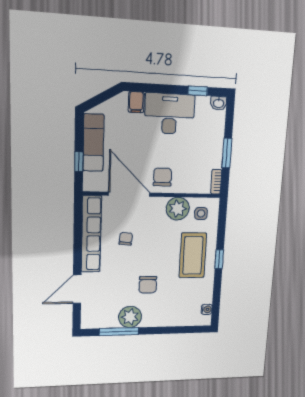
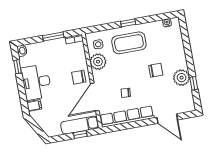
exam couch: (93, 143) -> (80, 125), moved
window: (119, 332) -> (194, 83), width x0.46

